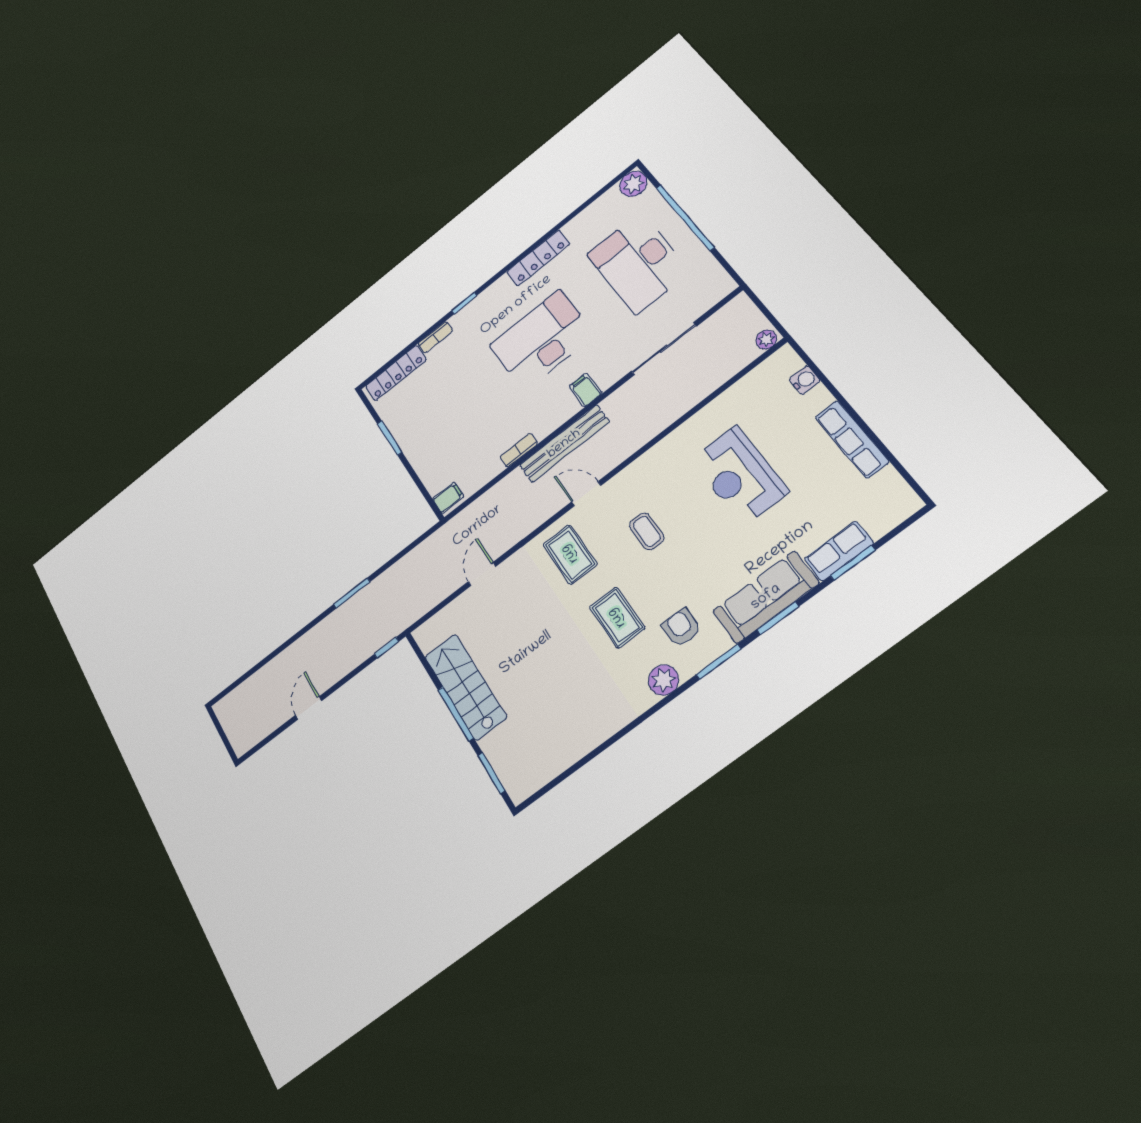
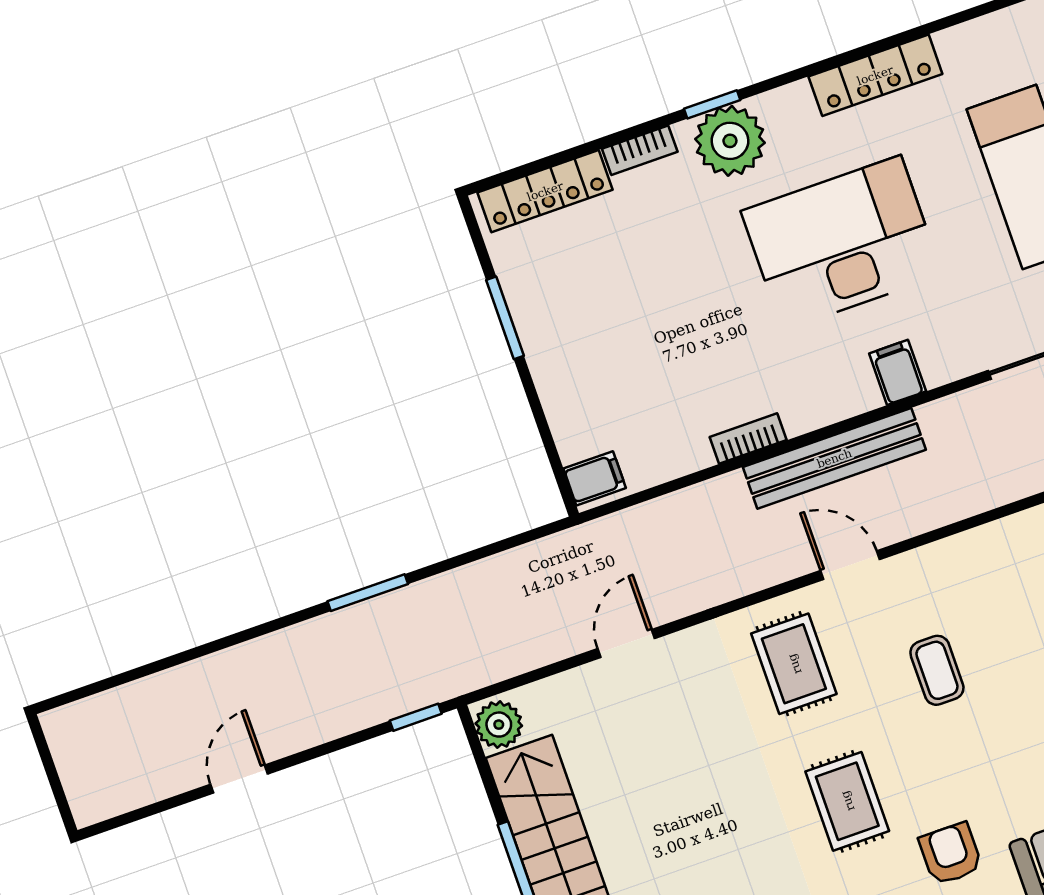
plant: (476, 316) -> (730, 141), added
plant: (428, 638) -> (499, 725), added

